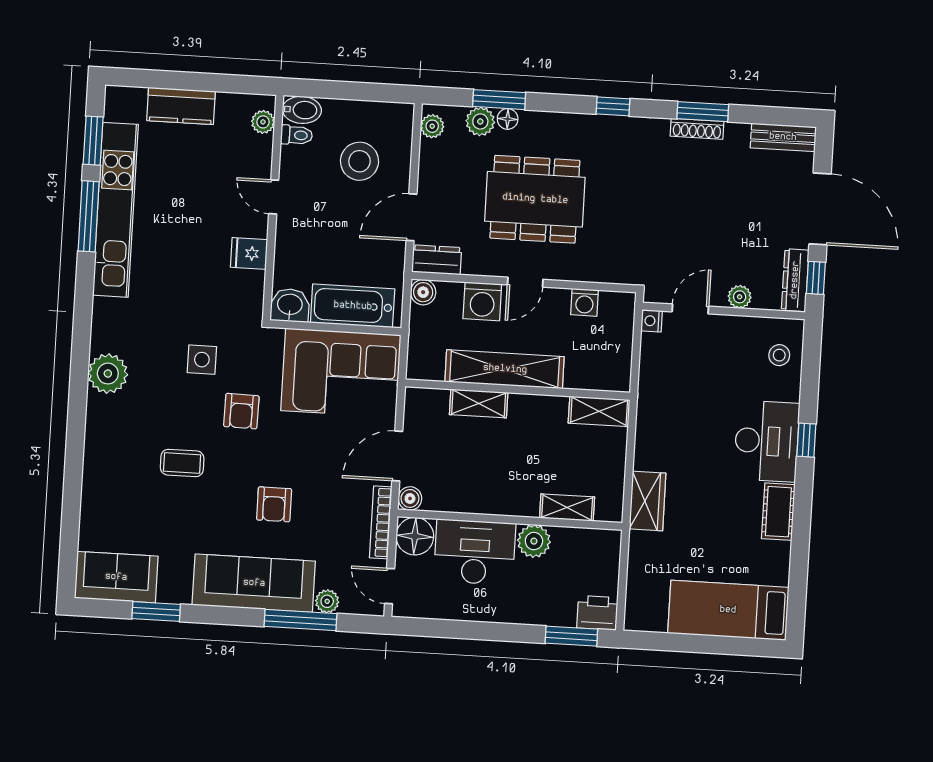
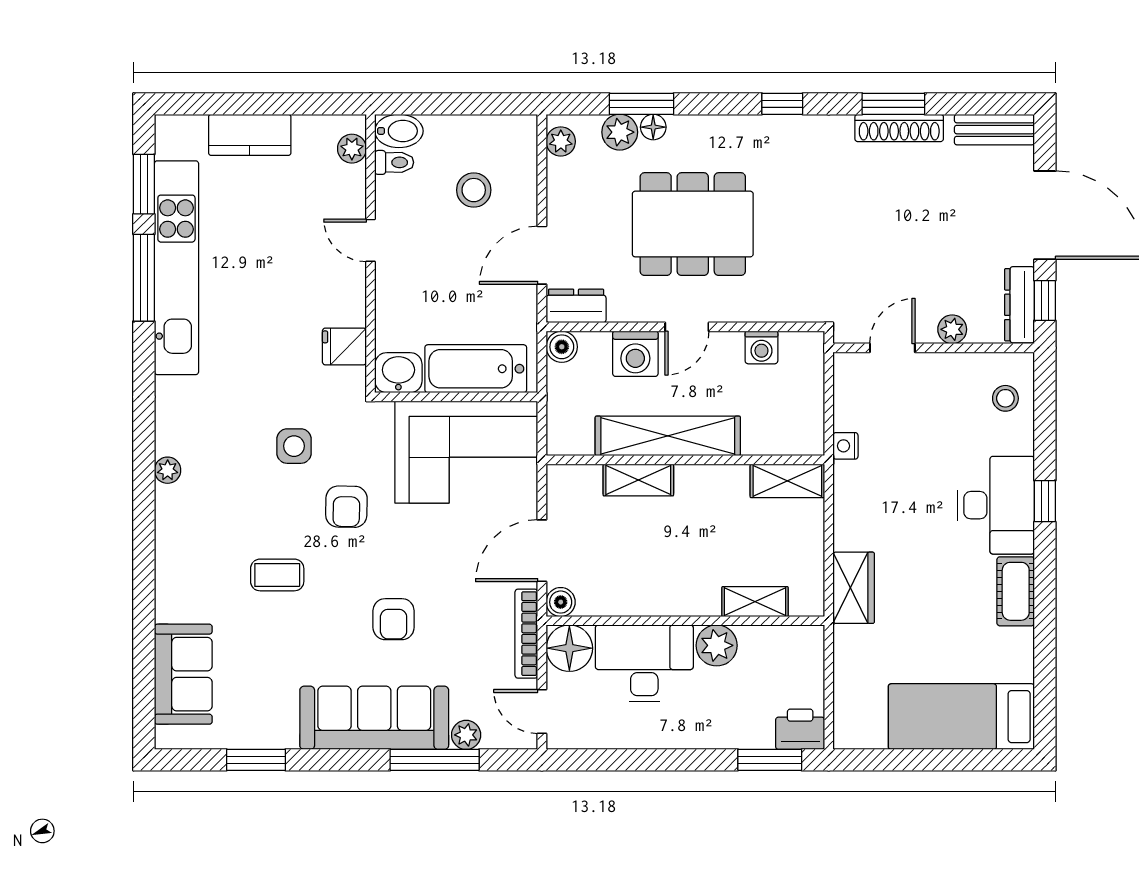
shoe rack: (697, 129) -> (899, 128), width x1.36, depth x1.24
stool: (359, 161) -> (474, 190), width x0.73, depth x0.73
fridge: (249, 253) -> (344, 346), moved
nightstand: (652, 321) -> (845, 446), moved
plant: (108, 374) -> (168, 470), width x0.53, depth x0.53
sofa: (116, 577) -> (183, 674), moved, turned 90

